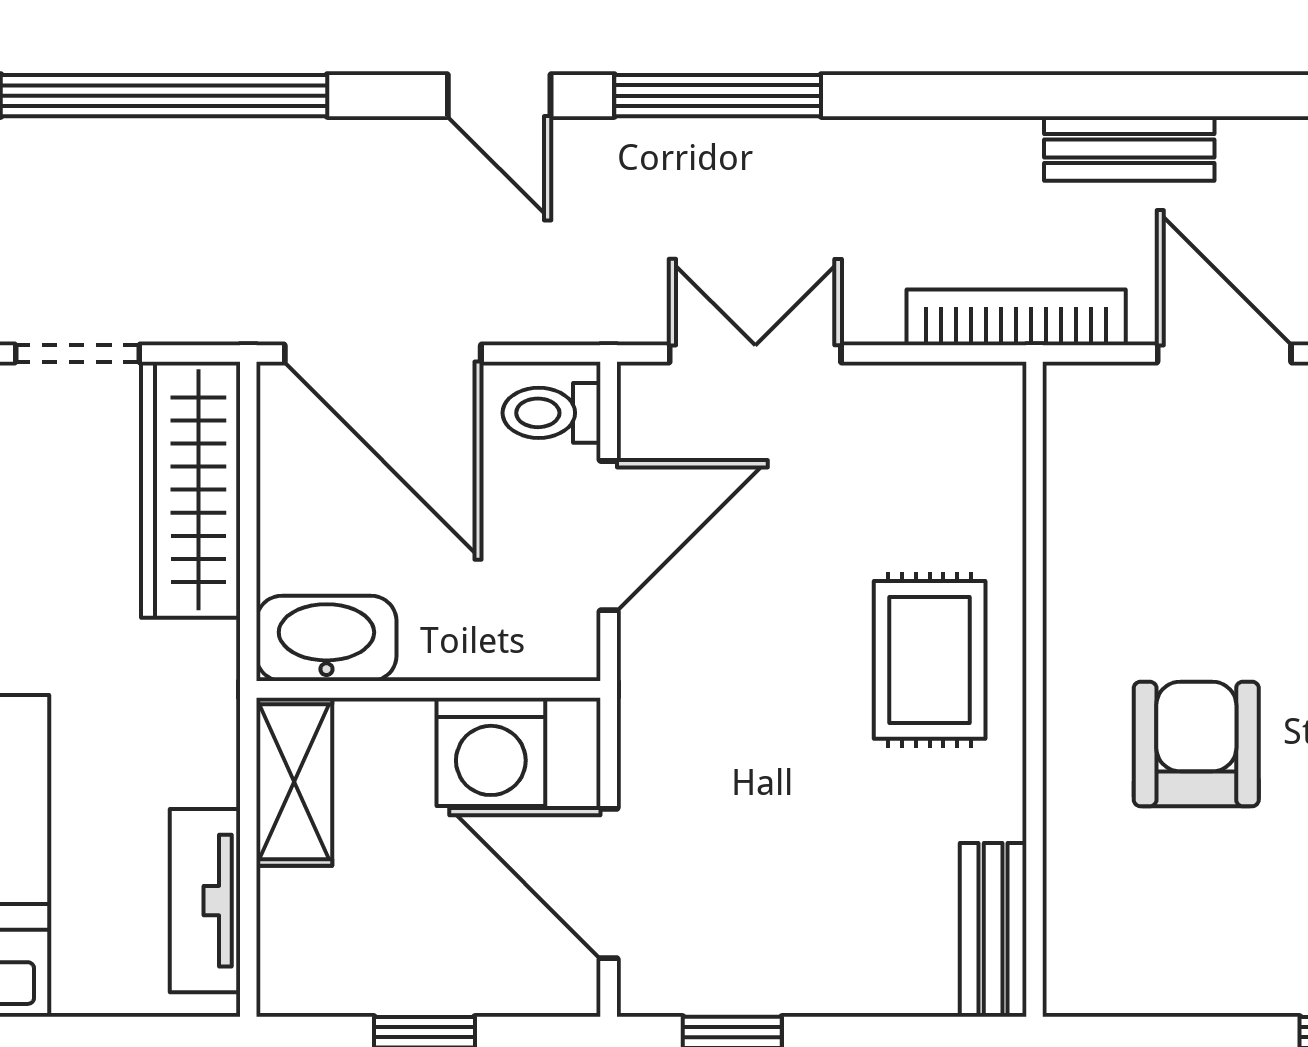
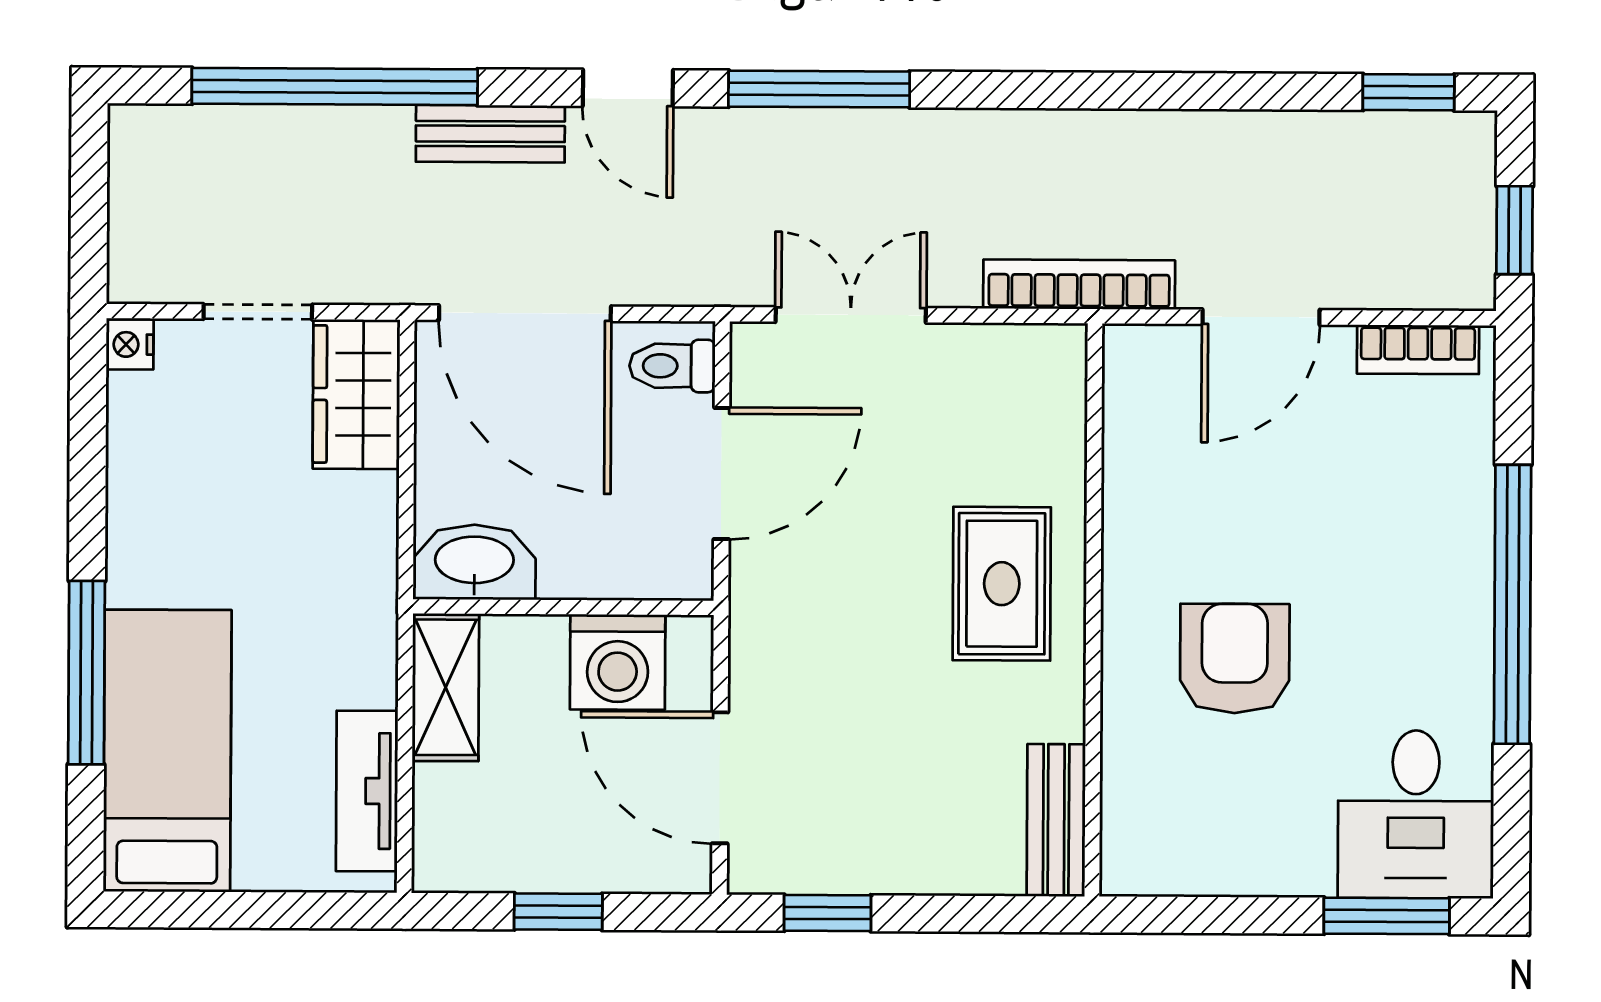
bench: (1129, 149) -> (490, 134), moved
door: (1224, 354) -> (1261, 317), swing flipped
wardrobe: (191, 490) -> (356, 394), width x0.67

